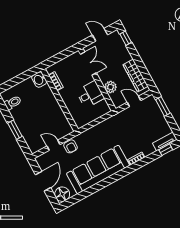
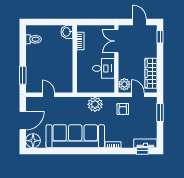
double door: (88, 64) -> (116, 41), swing flipped
plant: (110, 87) -> (124, 84), moved
window: (15, 130) -> (23, 75), moved
plant: (100, 131) -> (95, 104), added
armchair: (71, 146) -> (123, 109), moved

